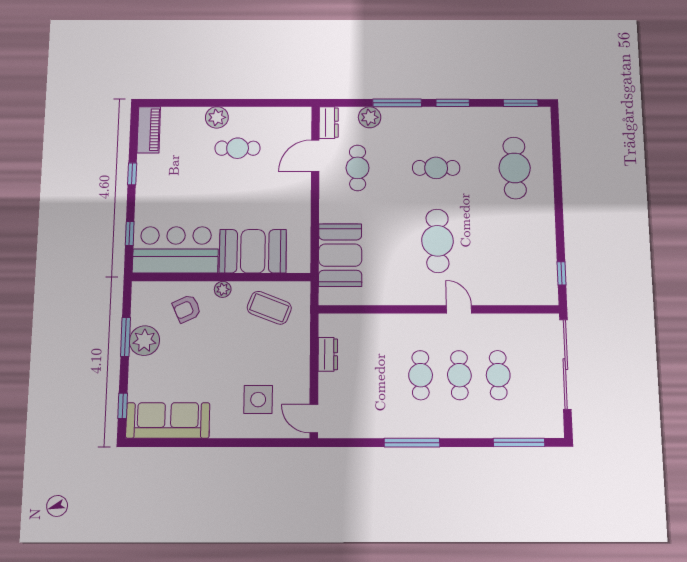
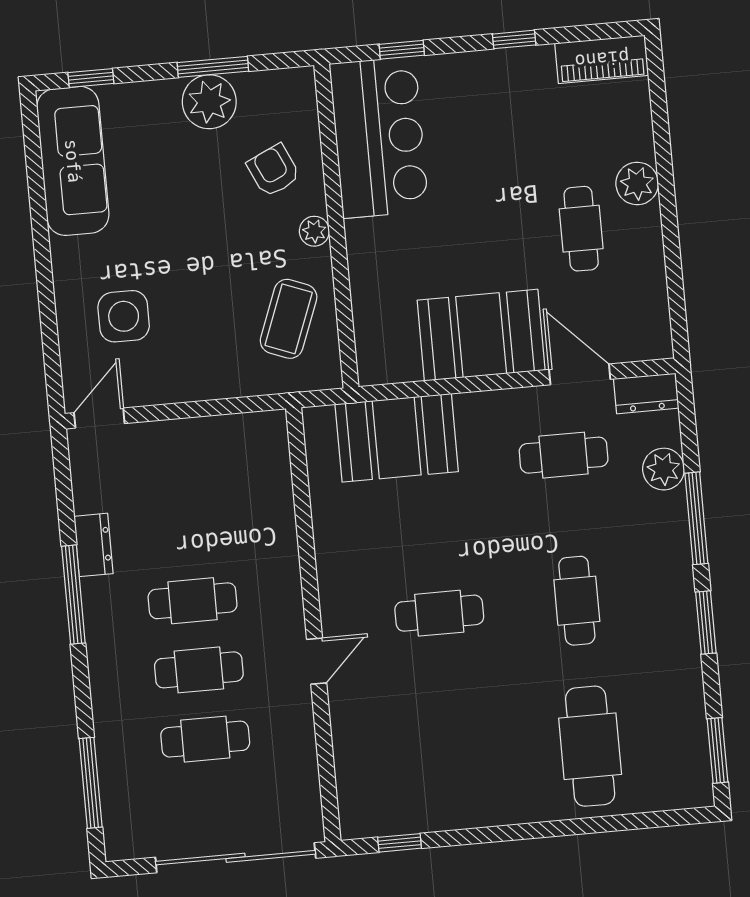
cafe table: (515, 168) -> (590, 746), turned 90
cafe table: (437, 241) -> (439, 613), width x0.73, depth x0.74
booth: (253, 251) -> (481, 335), moved, turned 90
dresser: (328, 354) -> (93, 545), moved, turned -90

